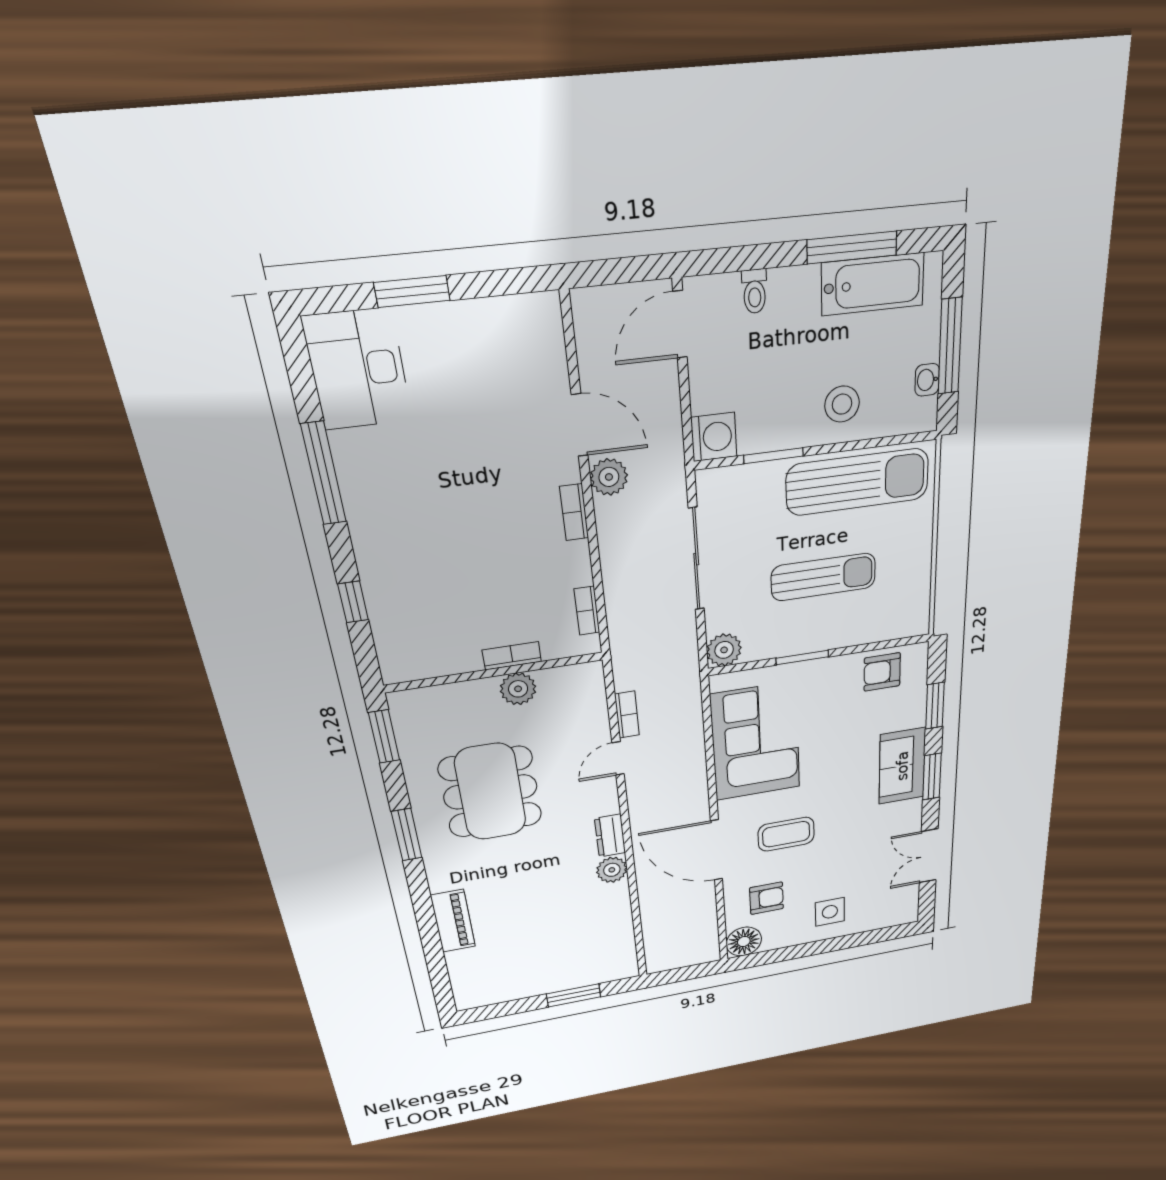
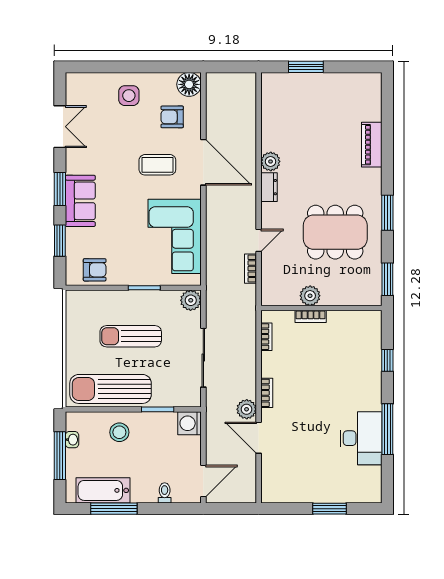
desk: (358, 369) -> (361, 438), moved
dining table: (491, 792) -> (335, 232), turned 90

